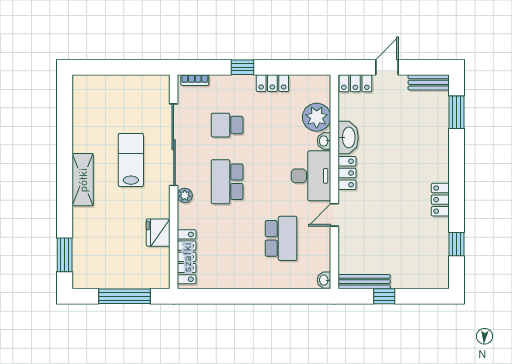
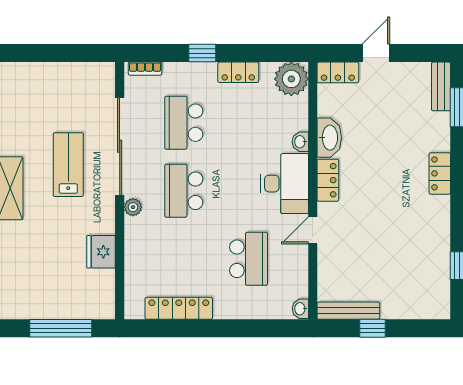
bench: (429, 82) -> (441, 86), moved, turned 90
plant: (317, 117) -> (291, 79), moved
school desk: (227, 125) -> (184, 123), width x1.85
locker: (440, 200) -> (440, 173), moved
locker: (187, 257) -> (179, 308), moved, turned -90

